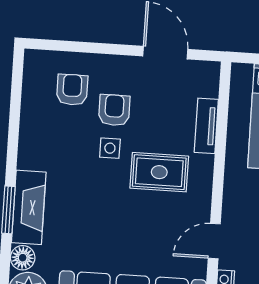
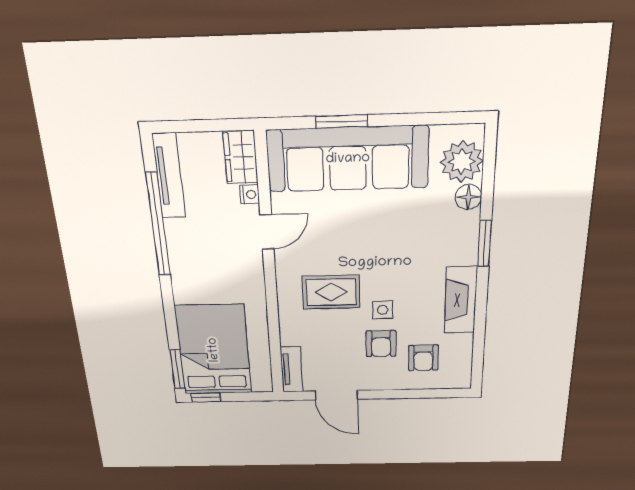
tv unit: (206, 126) -> (292, 369), moved
fireplace: (29, 207) -> (461, 300), moved

